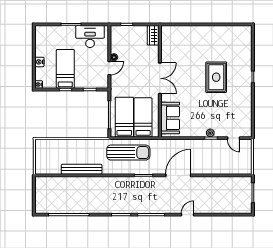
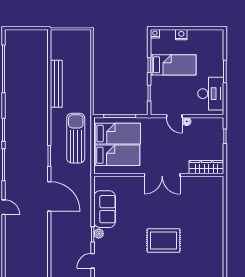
wardrobe: (153, 35) -> (206, 167), width x1.50
sofa: (170, 118) -> (105, 209), moved, turned -90
sun lounger: (128, 153) -> (76, 138), turned 180

